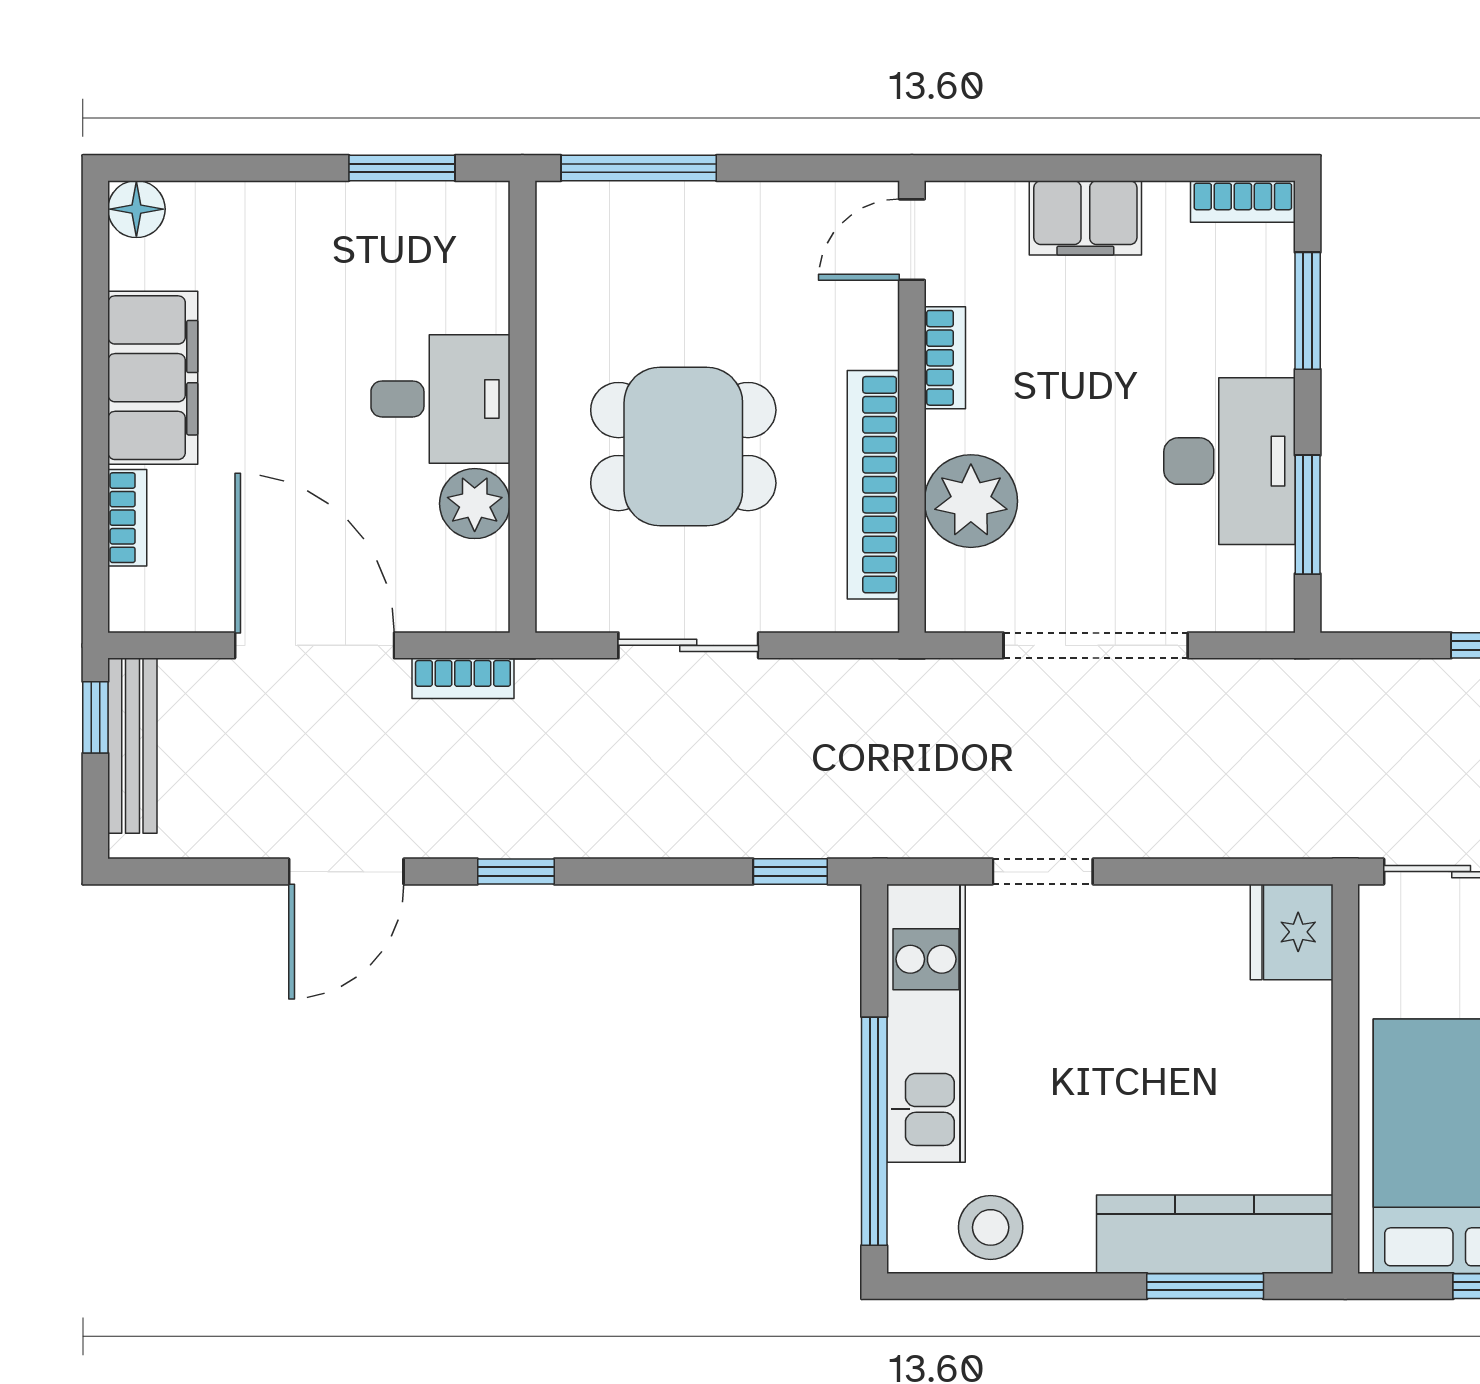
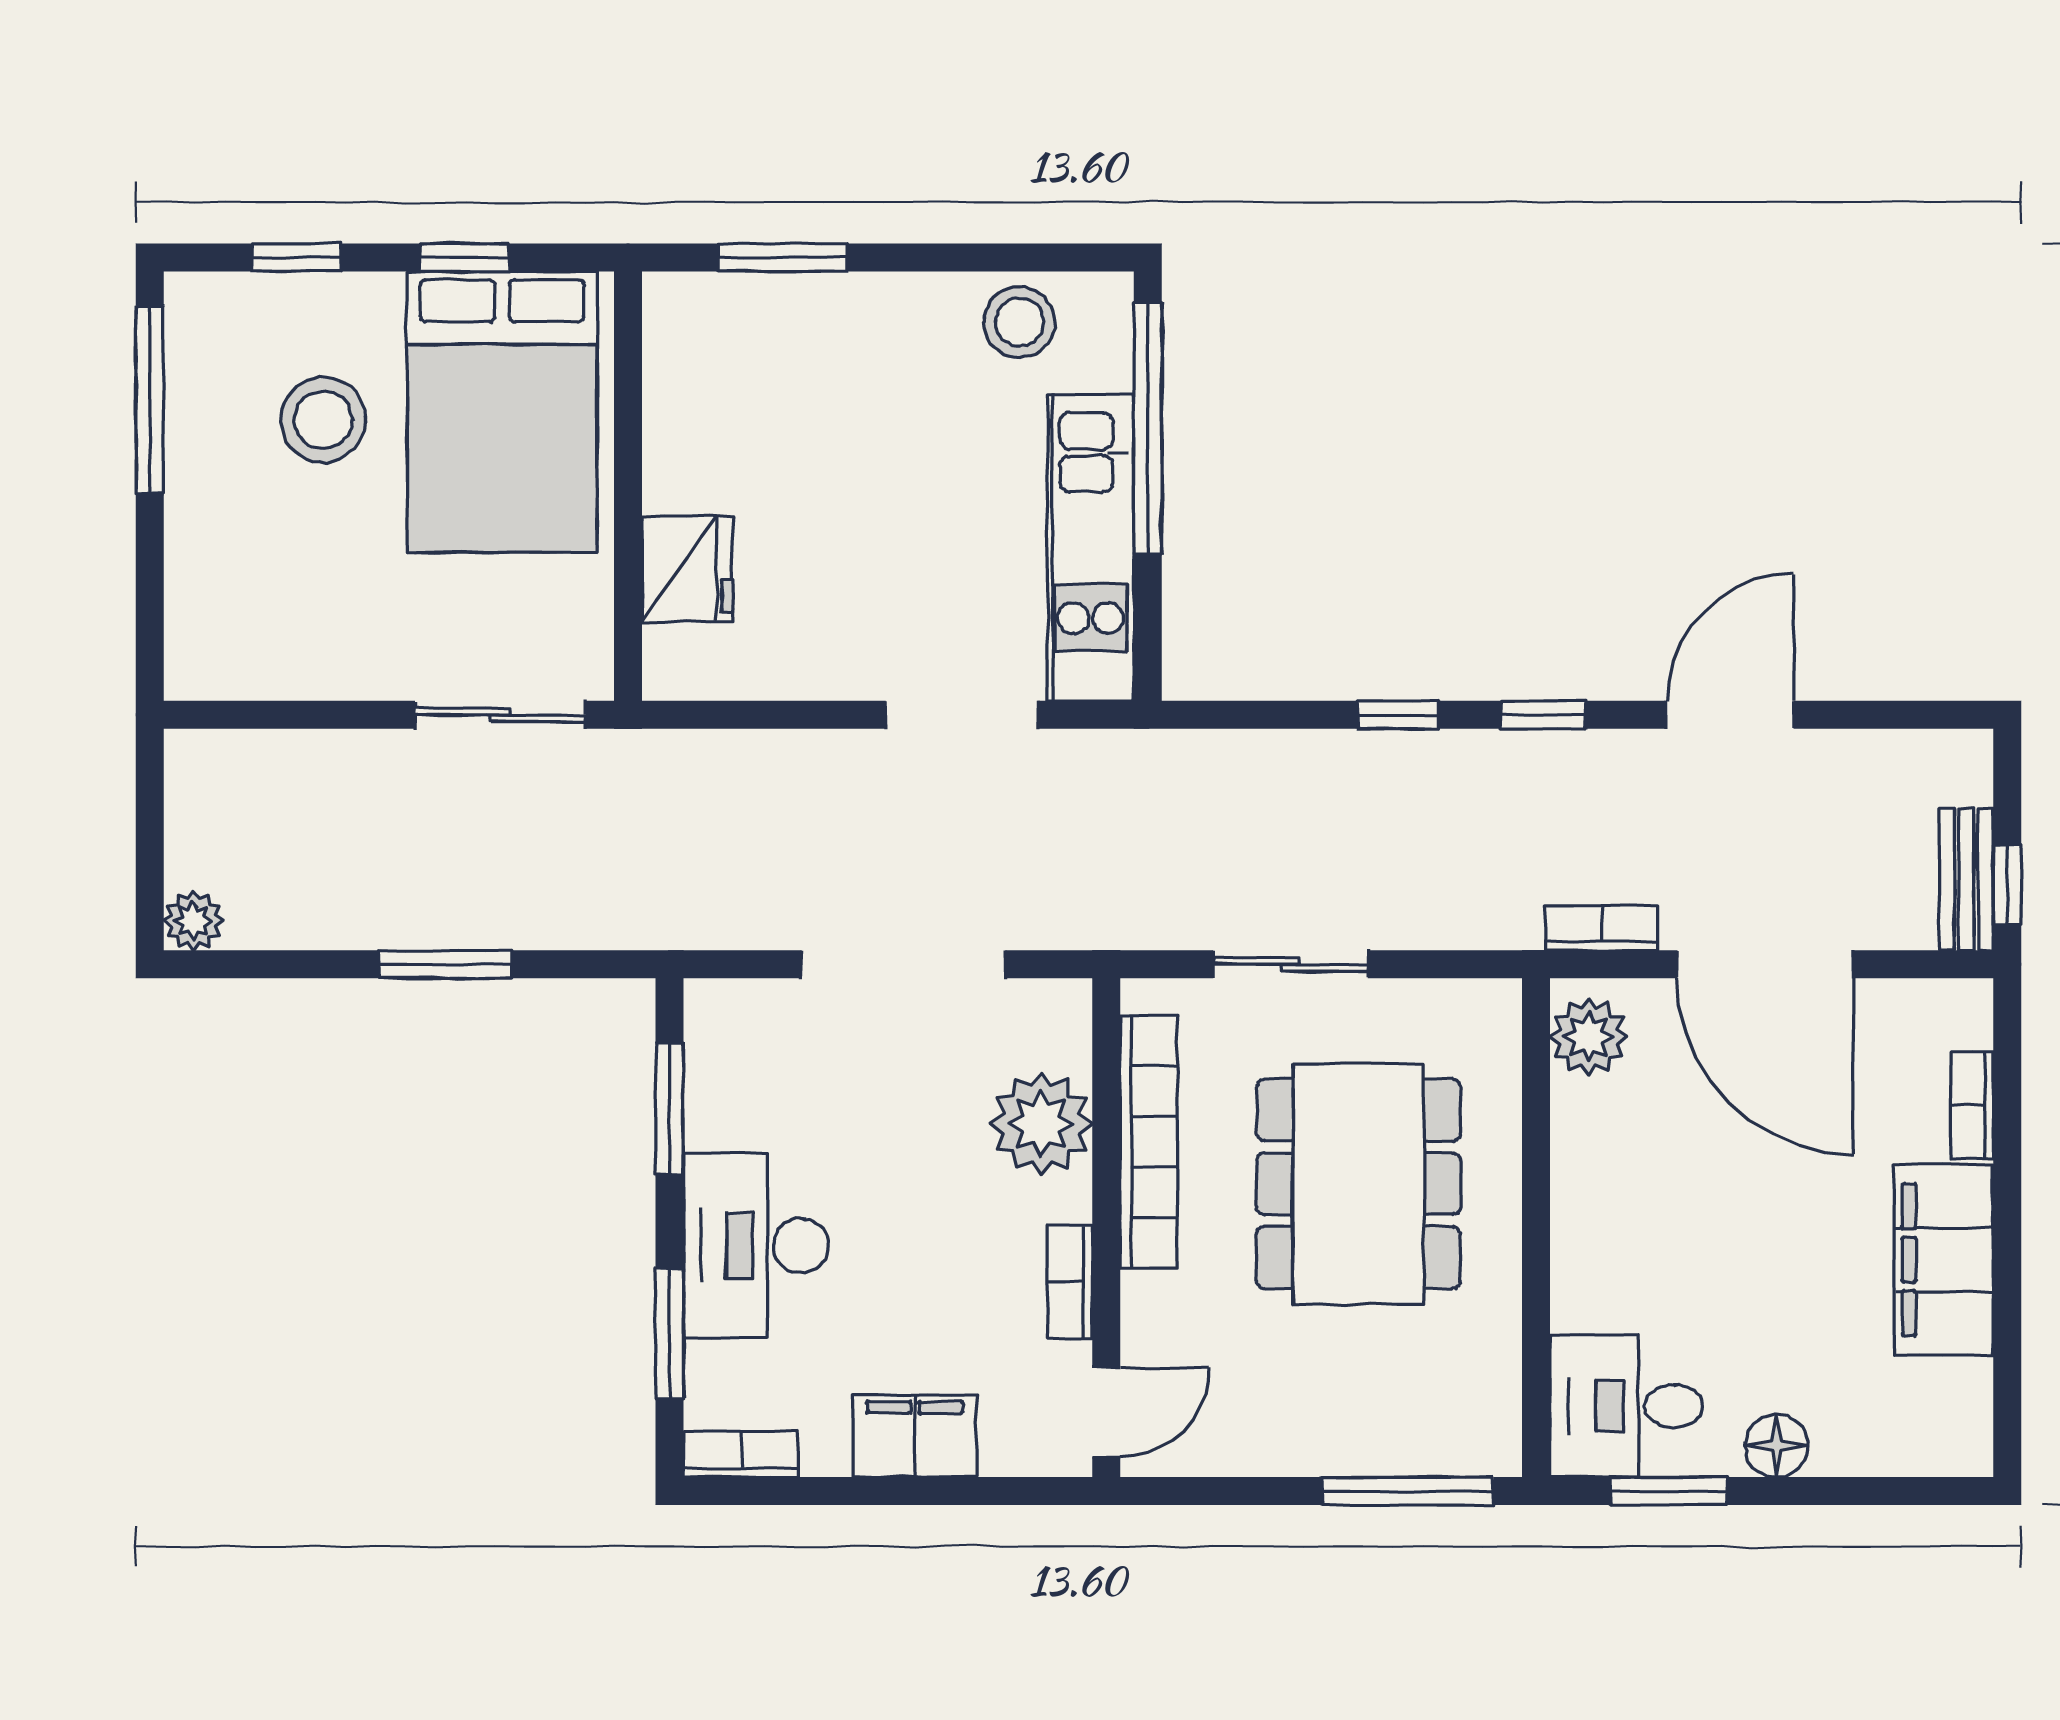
floor lamp: (136, 209) -> (1776, 1446), moved
desk: (440, 399) -> (1626, 1406), moved
dining table: (683, 447) -> (1358, 1184), width x1.38
desk: (1229, 461) -> (756, 1246), moved
plant: (475, 504) -> (1589, 1037), moved
sliding door: (688, 645) -> (1290, 964), moved
bench: (132, 746) -> (1966, 880), width x0.73
window: (790, 872) -> (1398, 715), moved
doorway: (1043, 872) -> (962, 715), width x1.38
fridge: (1292, 932) -> (687, 569), moved
kitchen counter: (1215, 1234) -> (772, 315), removed

